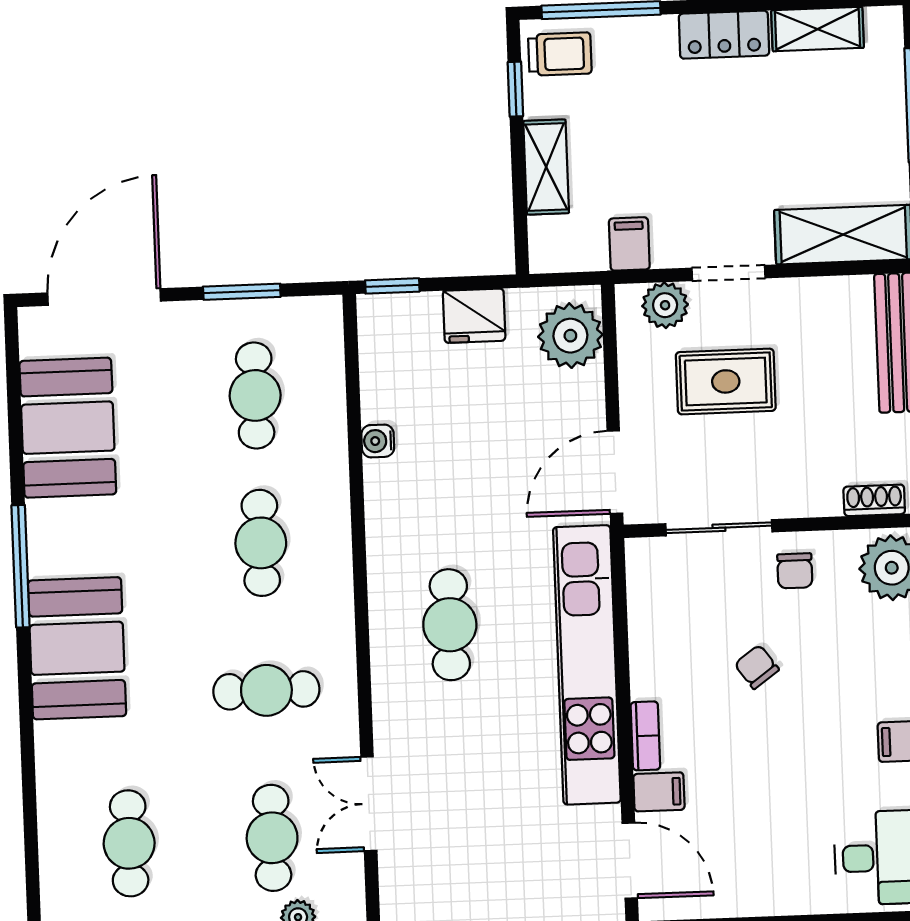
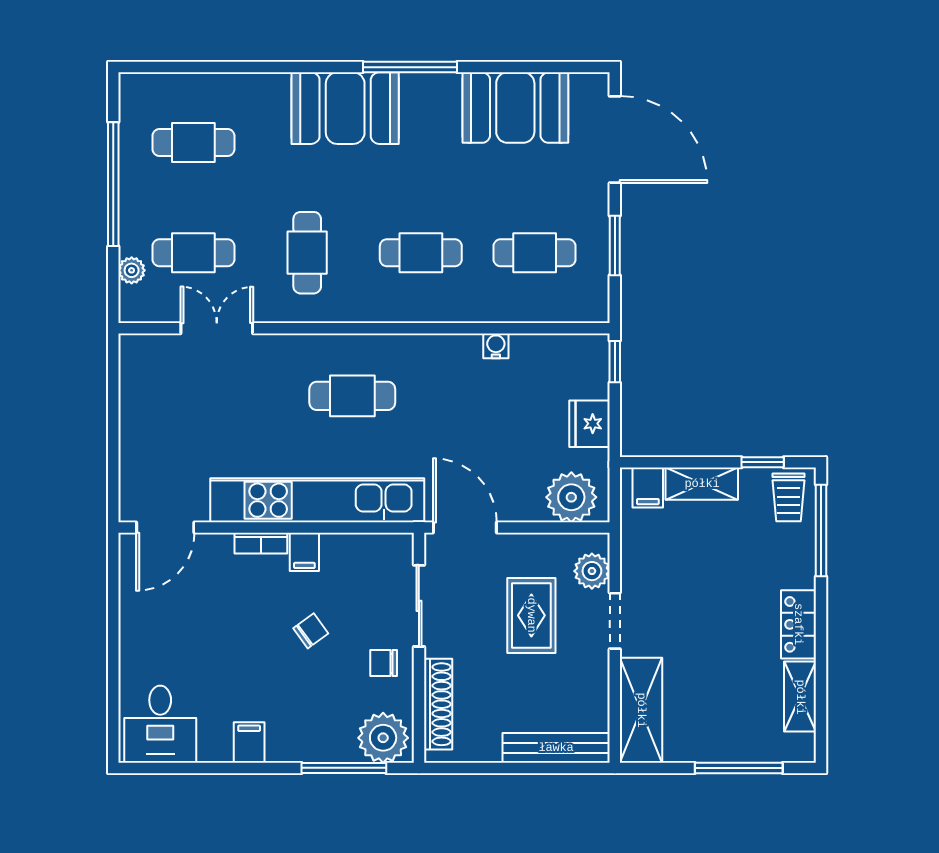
filing cabinet: (629, 244) -> (648, 487), moved, turned 90
shoe rack: (874, 500) -> (438, 704), width x1.94, depth x1.24
filing cabinet: (659, 792) -> (304, 552), moved

